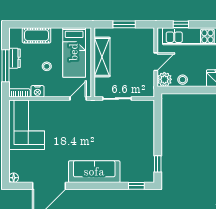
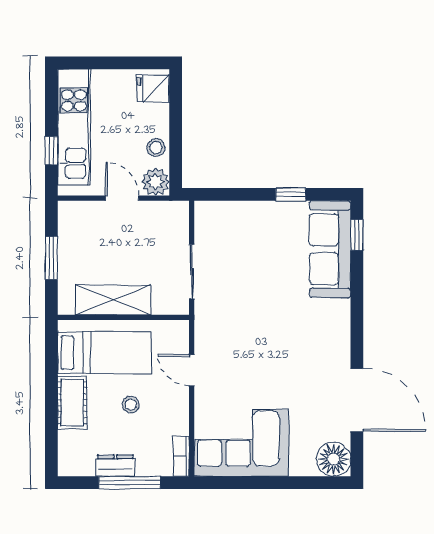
cot: (37, 35) -> (72, 403), moved
nightstand: (37, 91) -> (178, 422), removed
door: (78, 99) -> (192, 370), moved
window: (158, 164) -> (291, 194), moved
sofa: (94, 172) -> (330, 249), moved
floor lamp: (14, 178) -> (333, 459), width x1.89, depth x1.89

